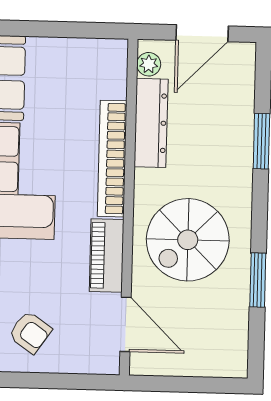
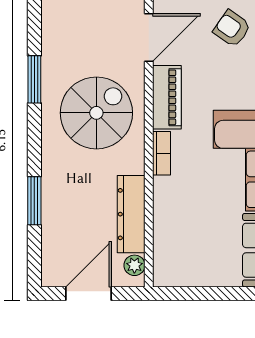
bookcase: (112, 159) -> (161, 153), width x0.43, depth x0.76
door: (126, 324) -> (149, 38), swing flipped

